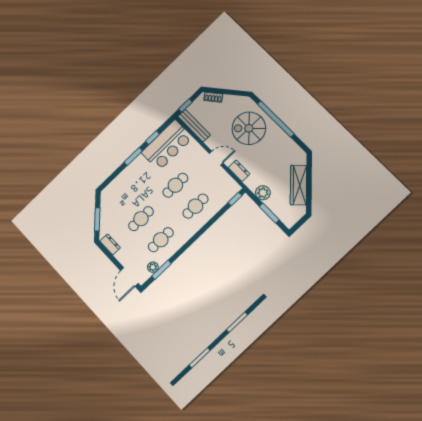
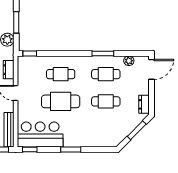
window: (153, 138) -> (30, 149), moved
cafe table: (175, 185) -> (61, 101), width x1.37, depth x1.35
window: (161, 270) -> (103, 53), moved

